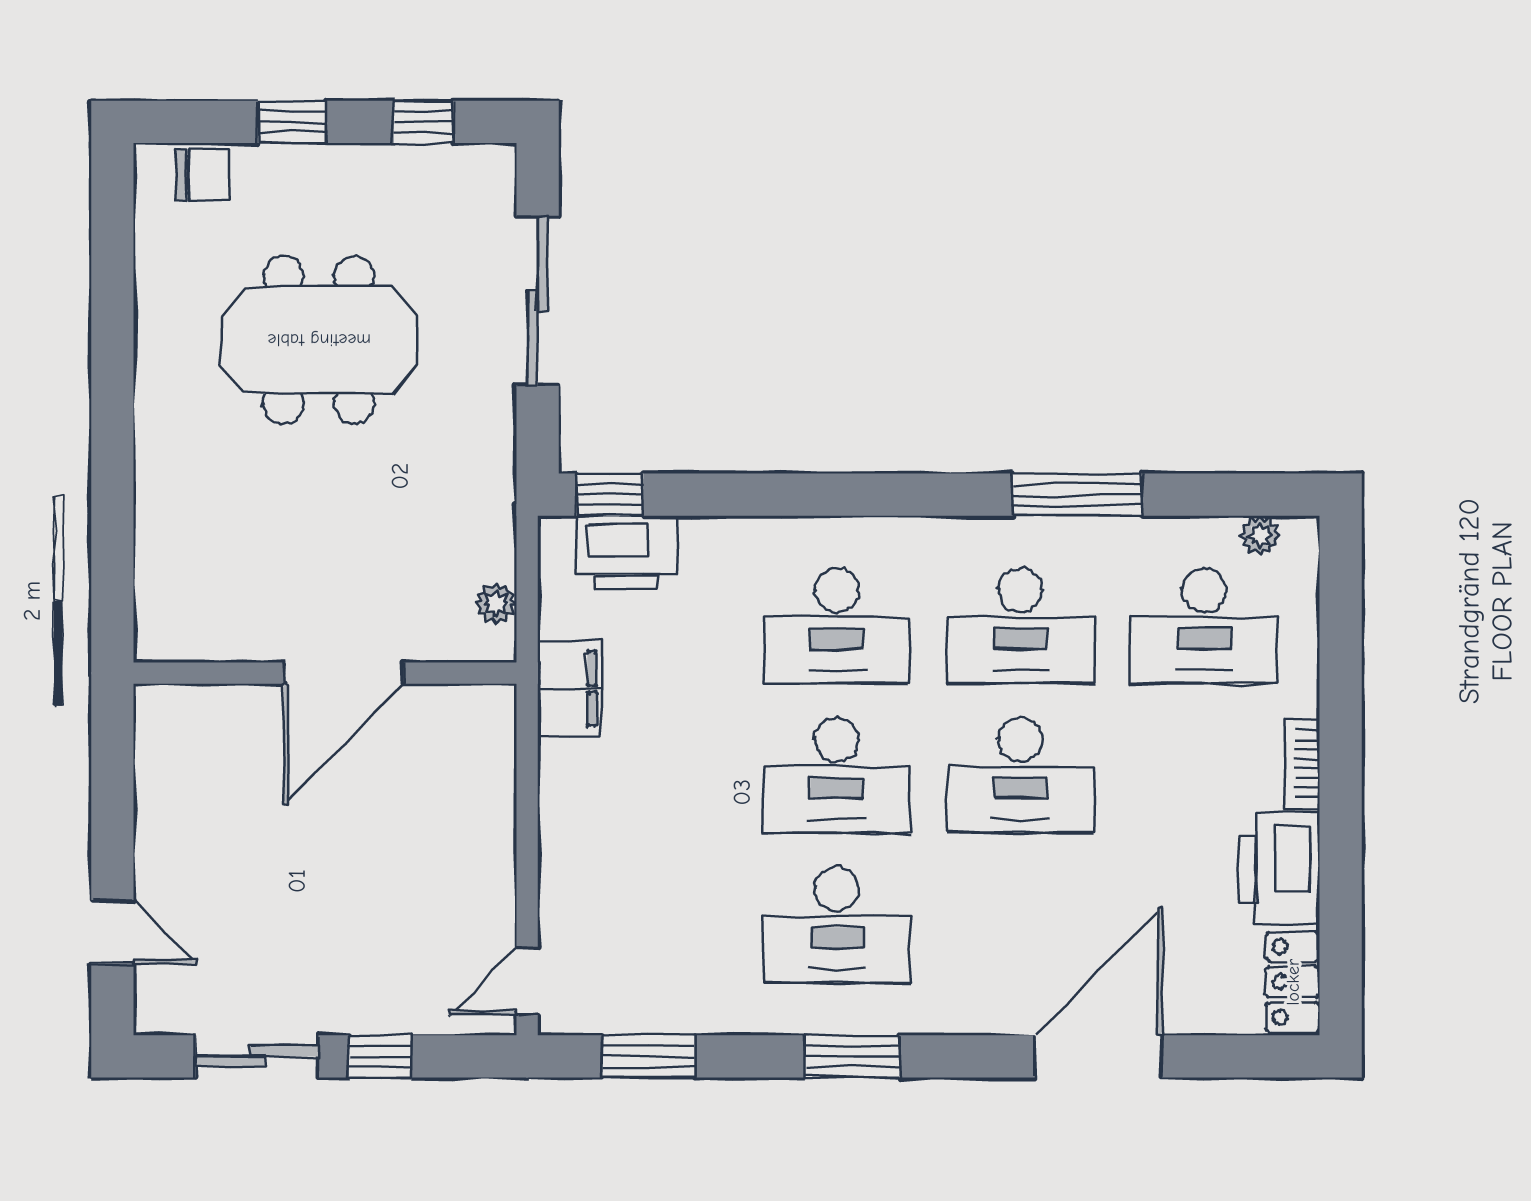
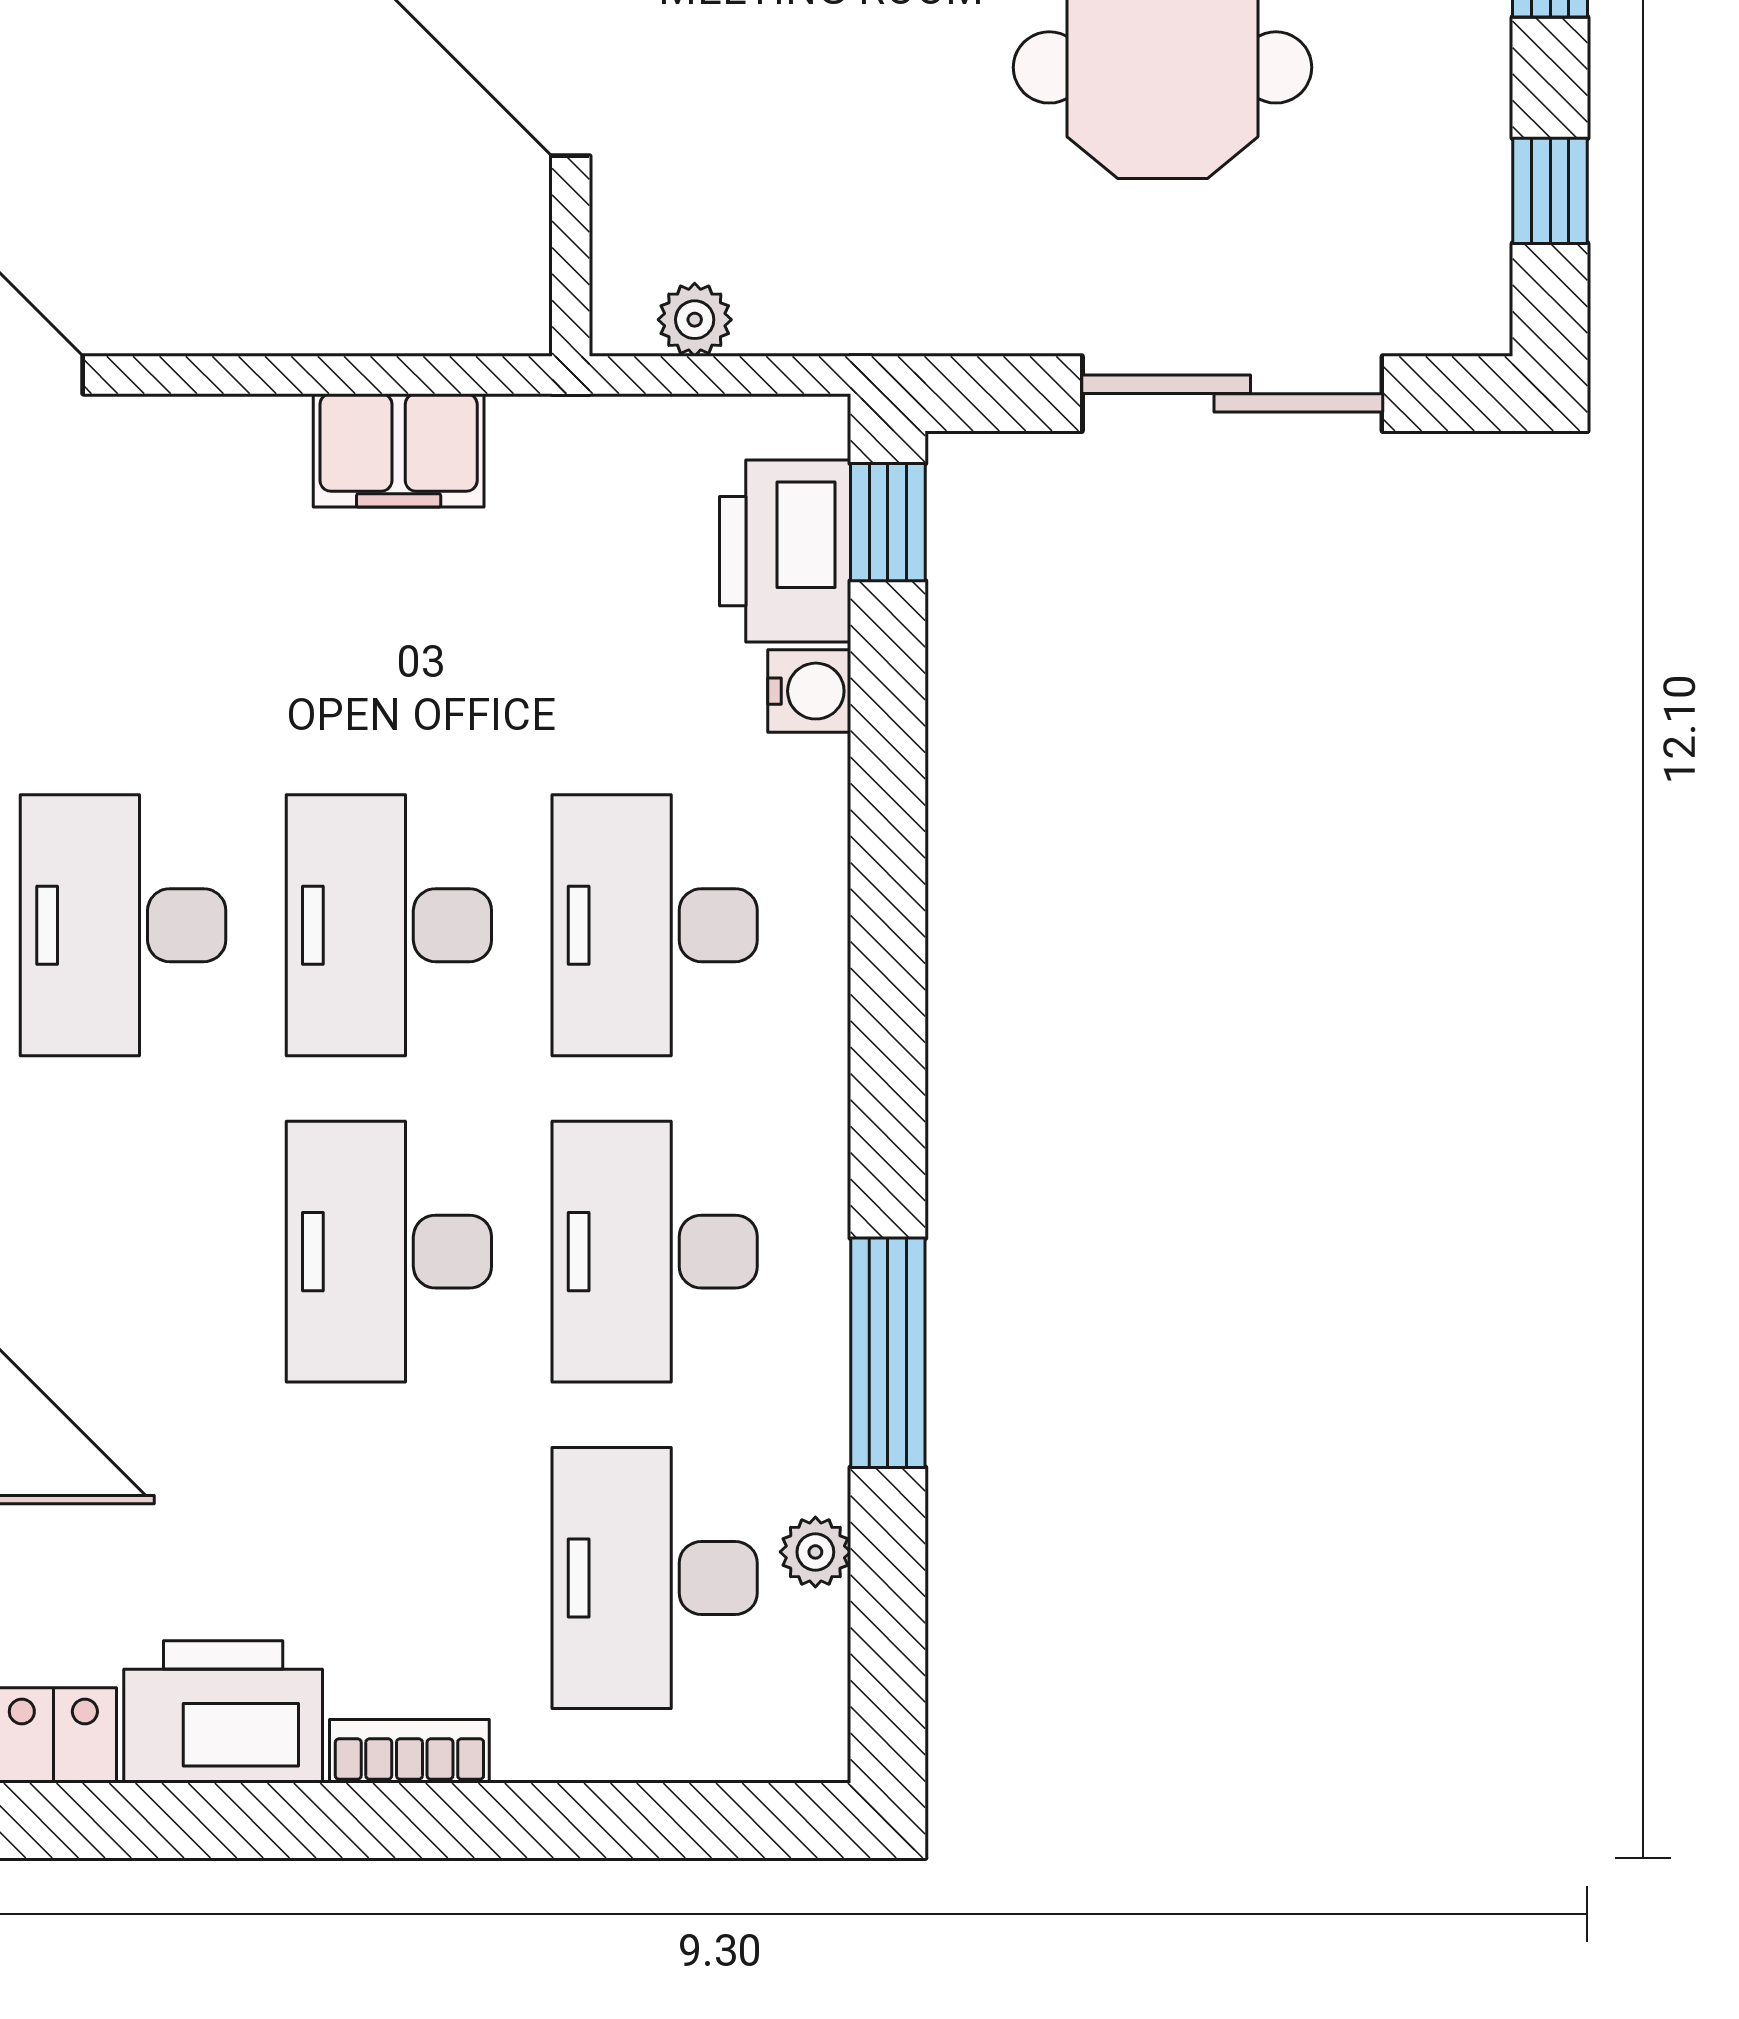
plant: (1260, 535) -> (815, 1552), moved
water cooler: (705, 539) -> (809, 691), added
filing cabinet: (570, 689) -> (399, 450), moved

